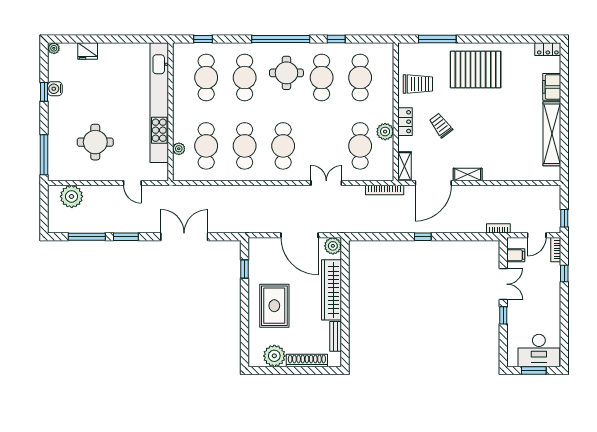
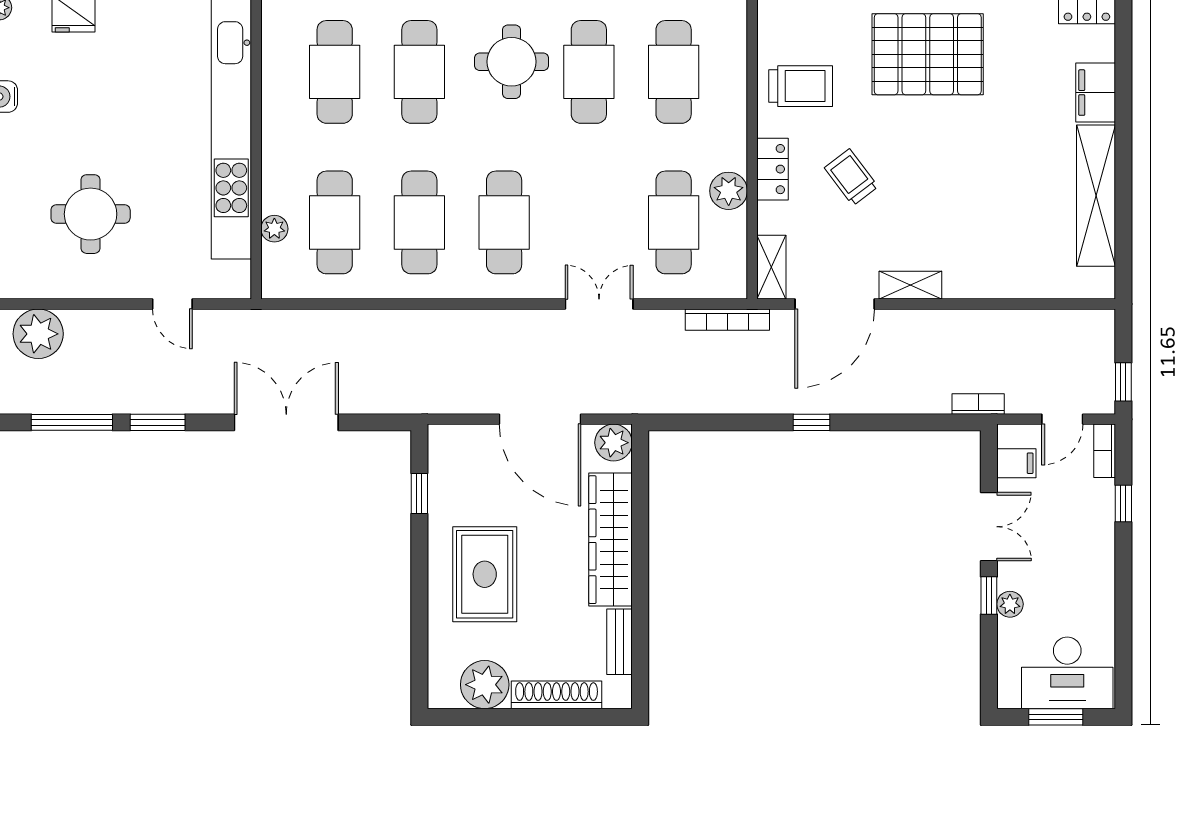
plant: (513, 319) -> (1010, 604), added

